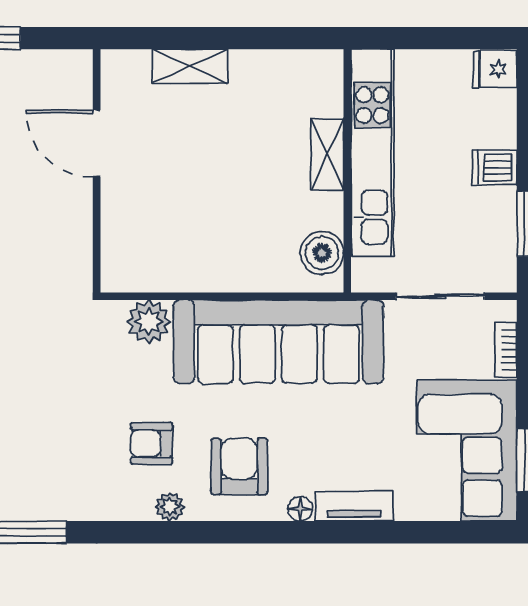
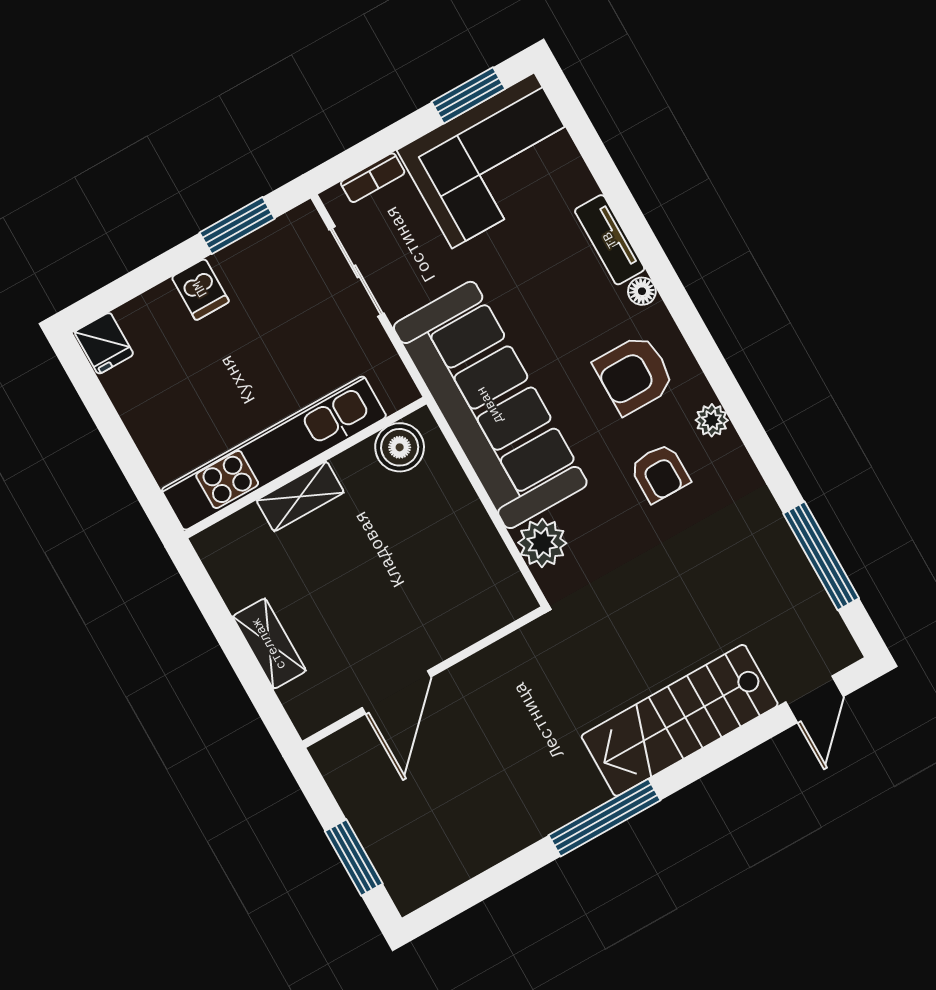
kitchen unit: (372, 153) -> (274, 453), moved
shelving: (327, 154) -> (300, 496), moved
wall: (347, 171) -> (305, 468), moved
boiler: (322, 253) -> (400, 447), moved

